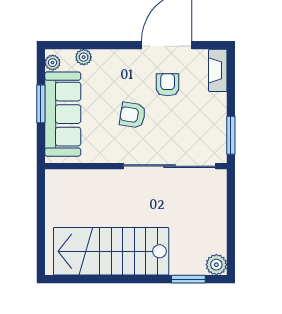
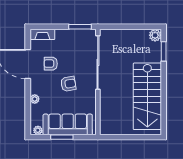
plant: (84, 57) -> (35, 99), moved
armchair: (133, 115) -> (68, 84), turned -109

